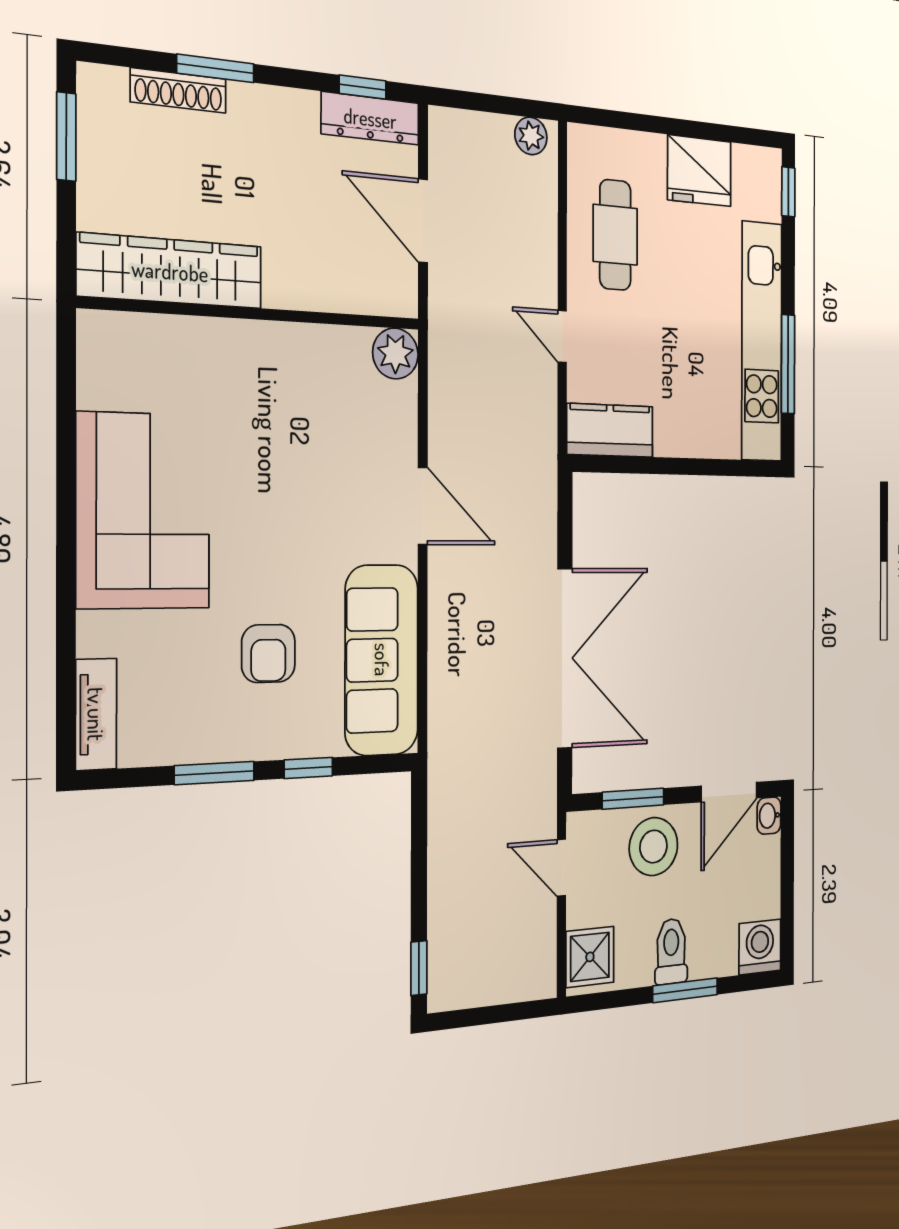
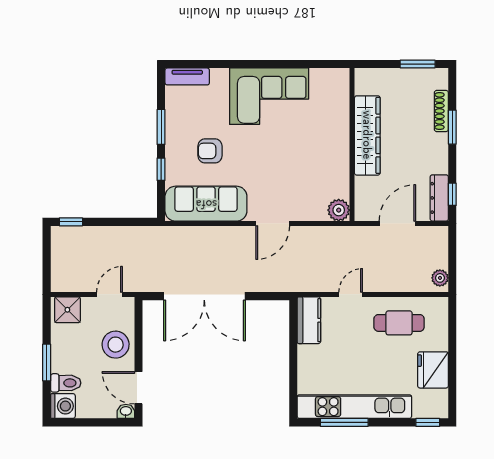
wardrobe: (170, 271) -> (367, 135), moved
window: (633, 799) -> (139, 333), removed
toilet: (671, 951) -> (66, 383), moved

